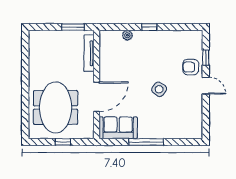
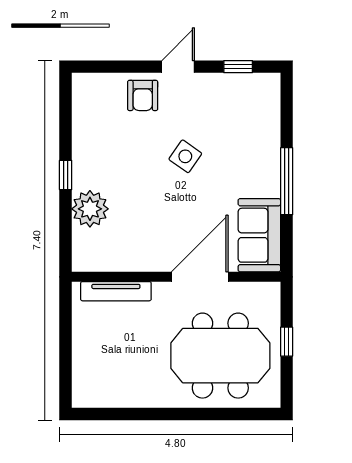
window: (73, 27) -> (66, 322), removed
plant: (127, 35) -> (90, 209), width x1.87, depth x1.87
window: (206, 58) -> (238, 67), moved
door: (97, 97) -> (200, 277), hinge flipped

